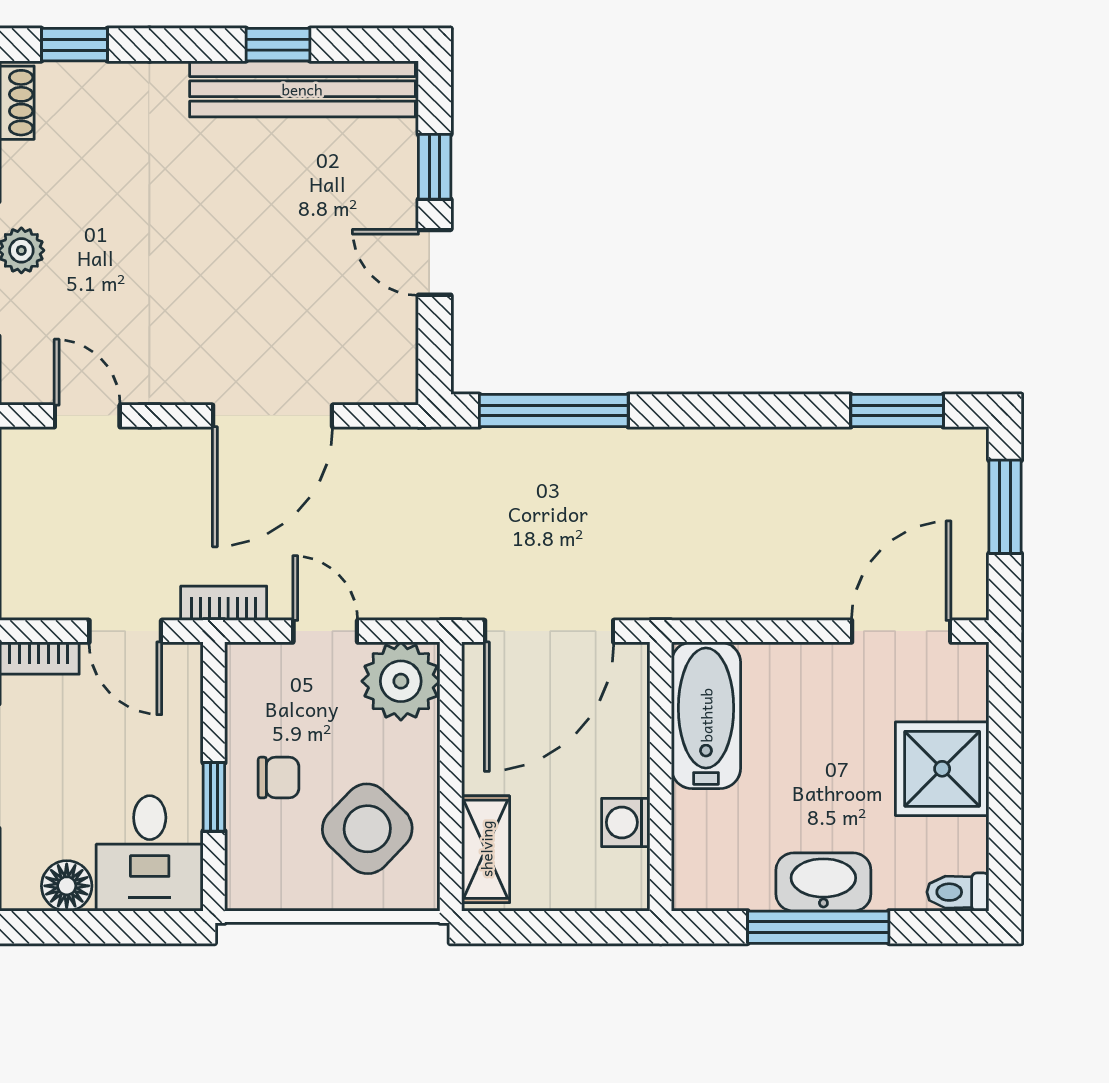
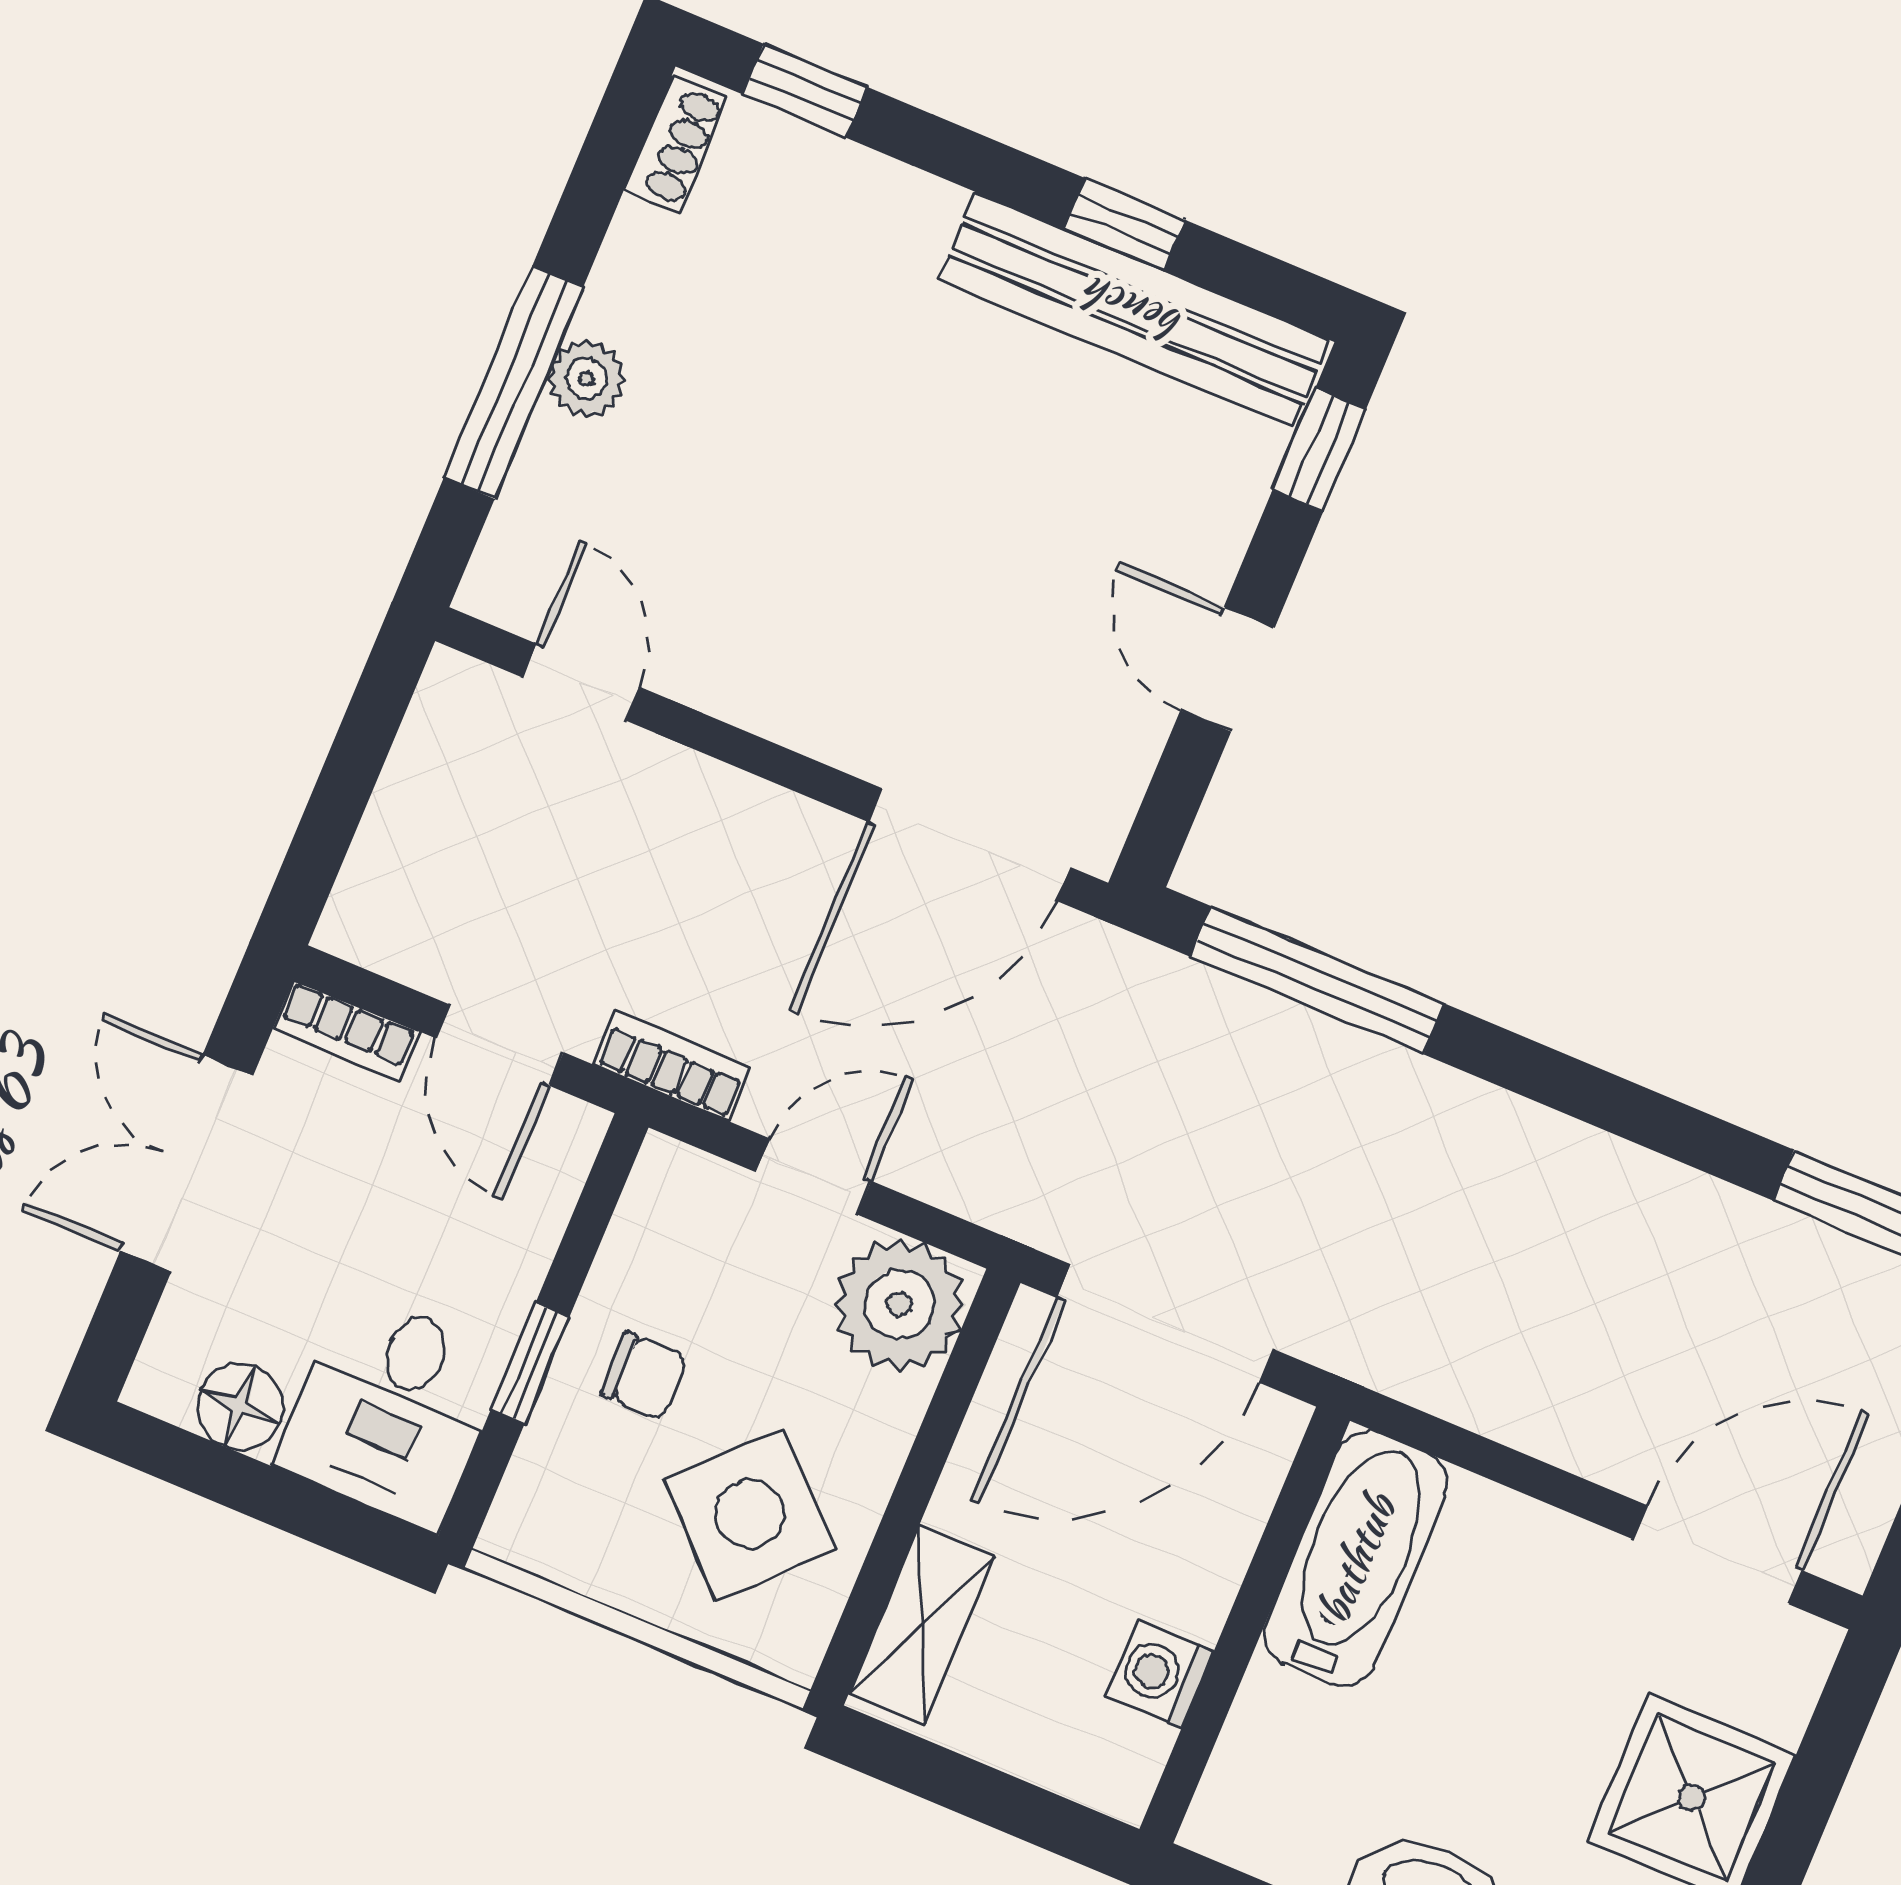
window: (435, 167) -> (1319, 450), moved
door: (273, 416) -> (969, 845), moved
door: (325, 631) -> (813, 1177), hinge flipped

